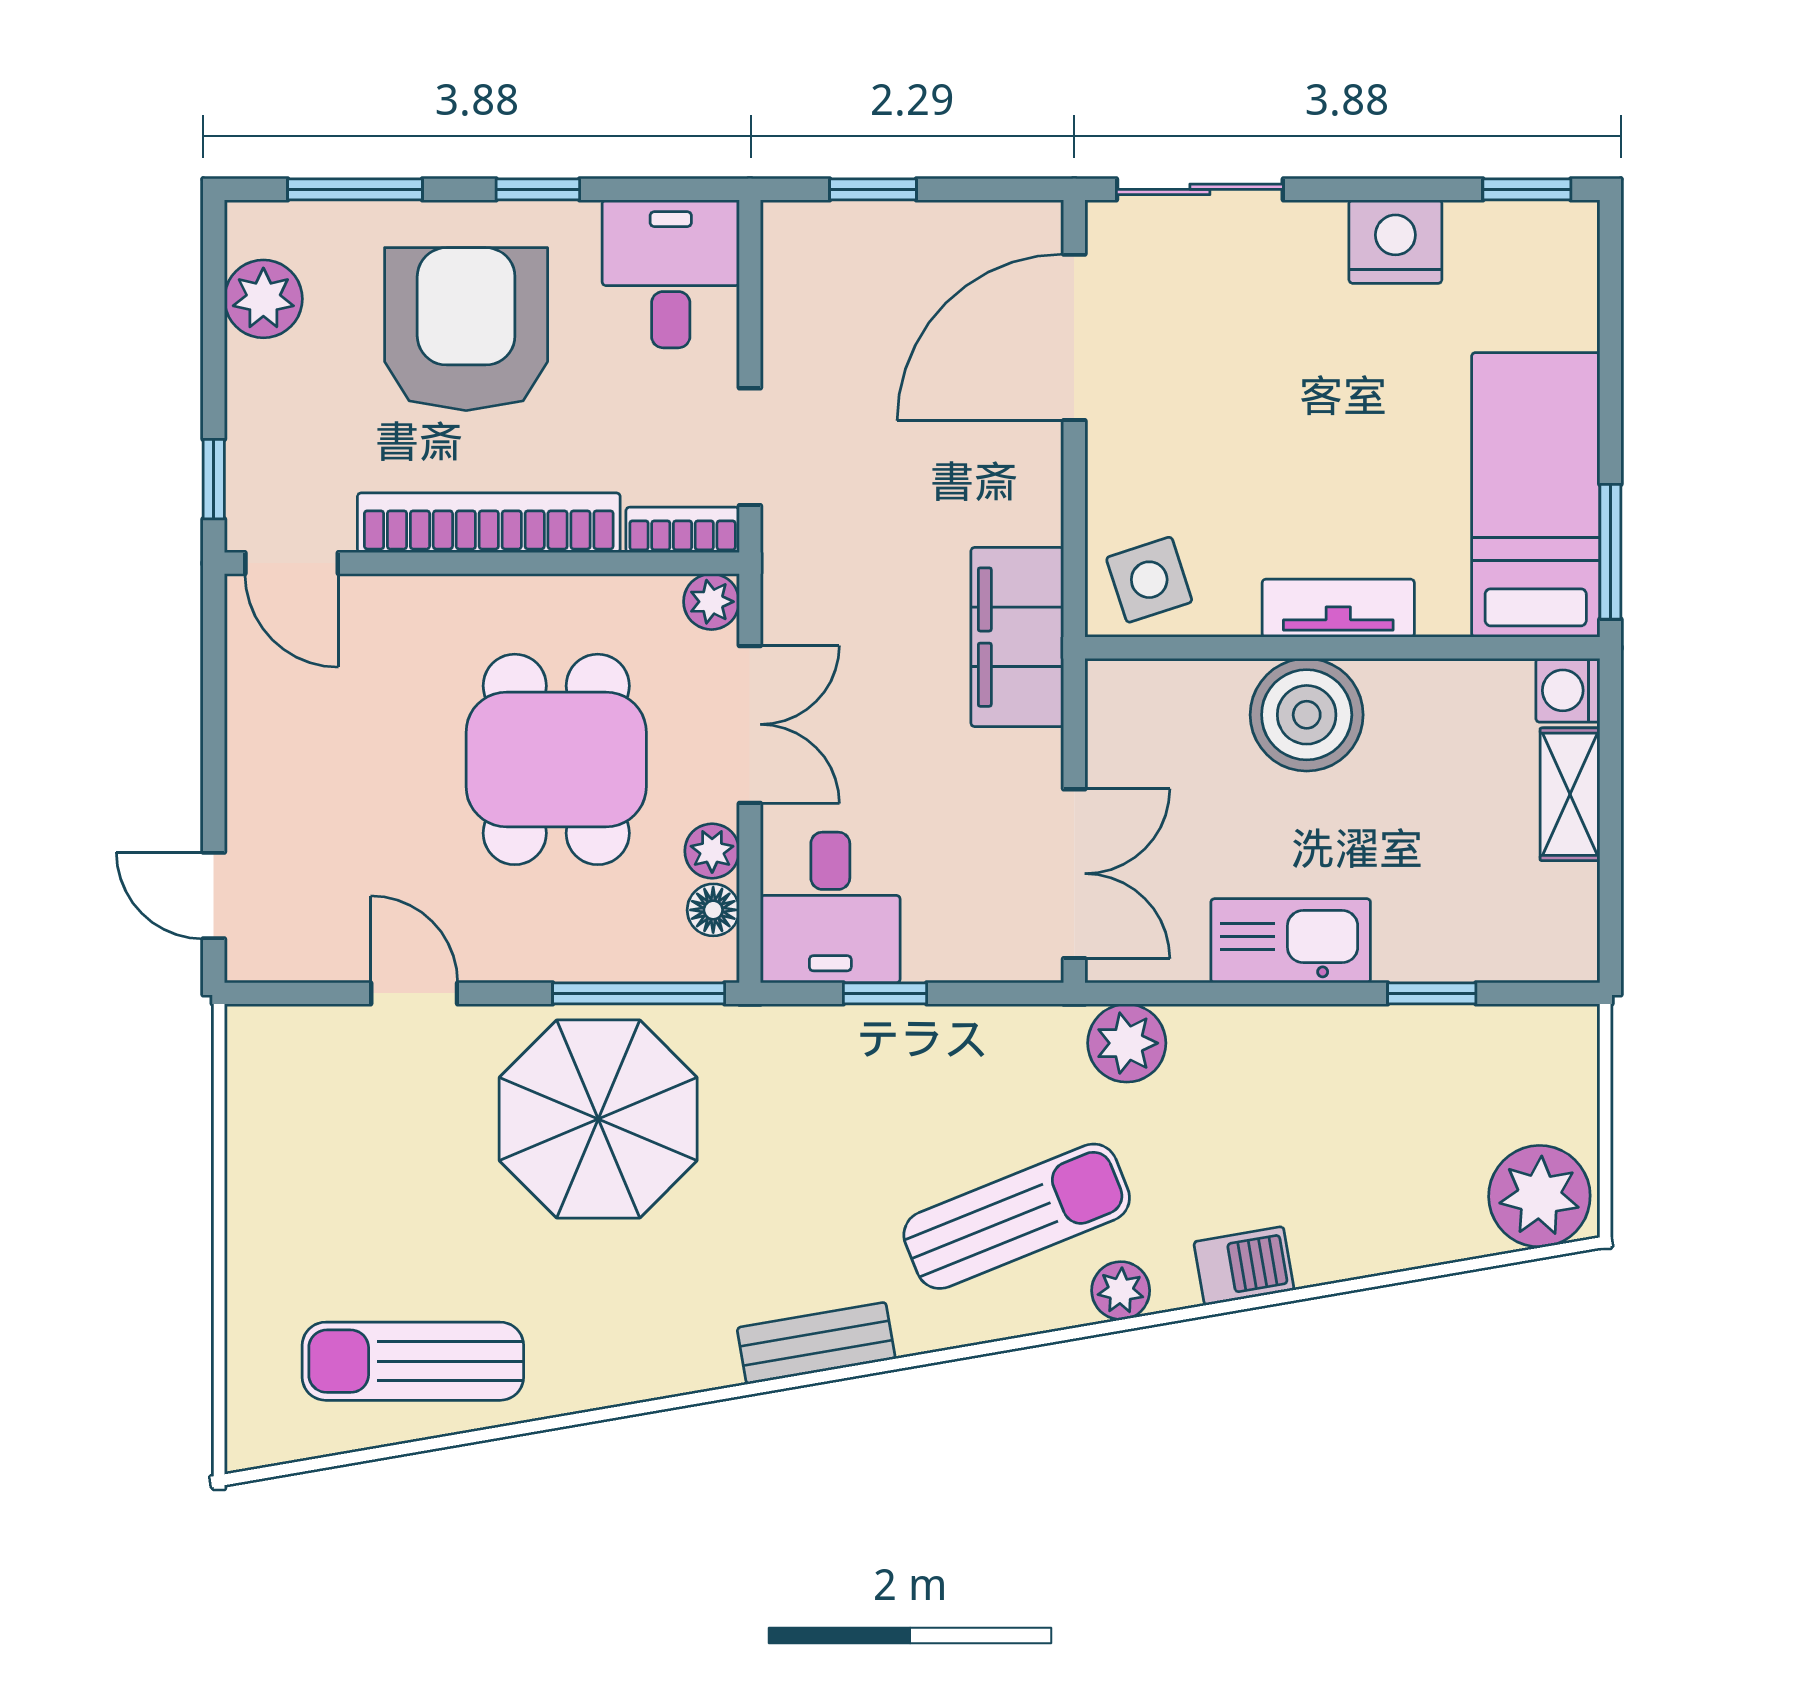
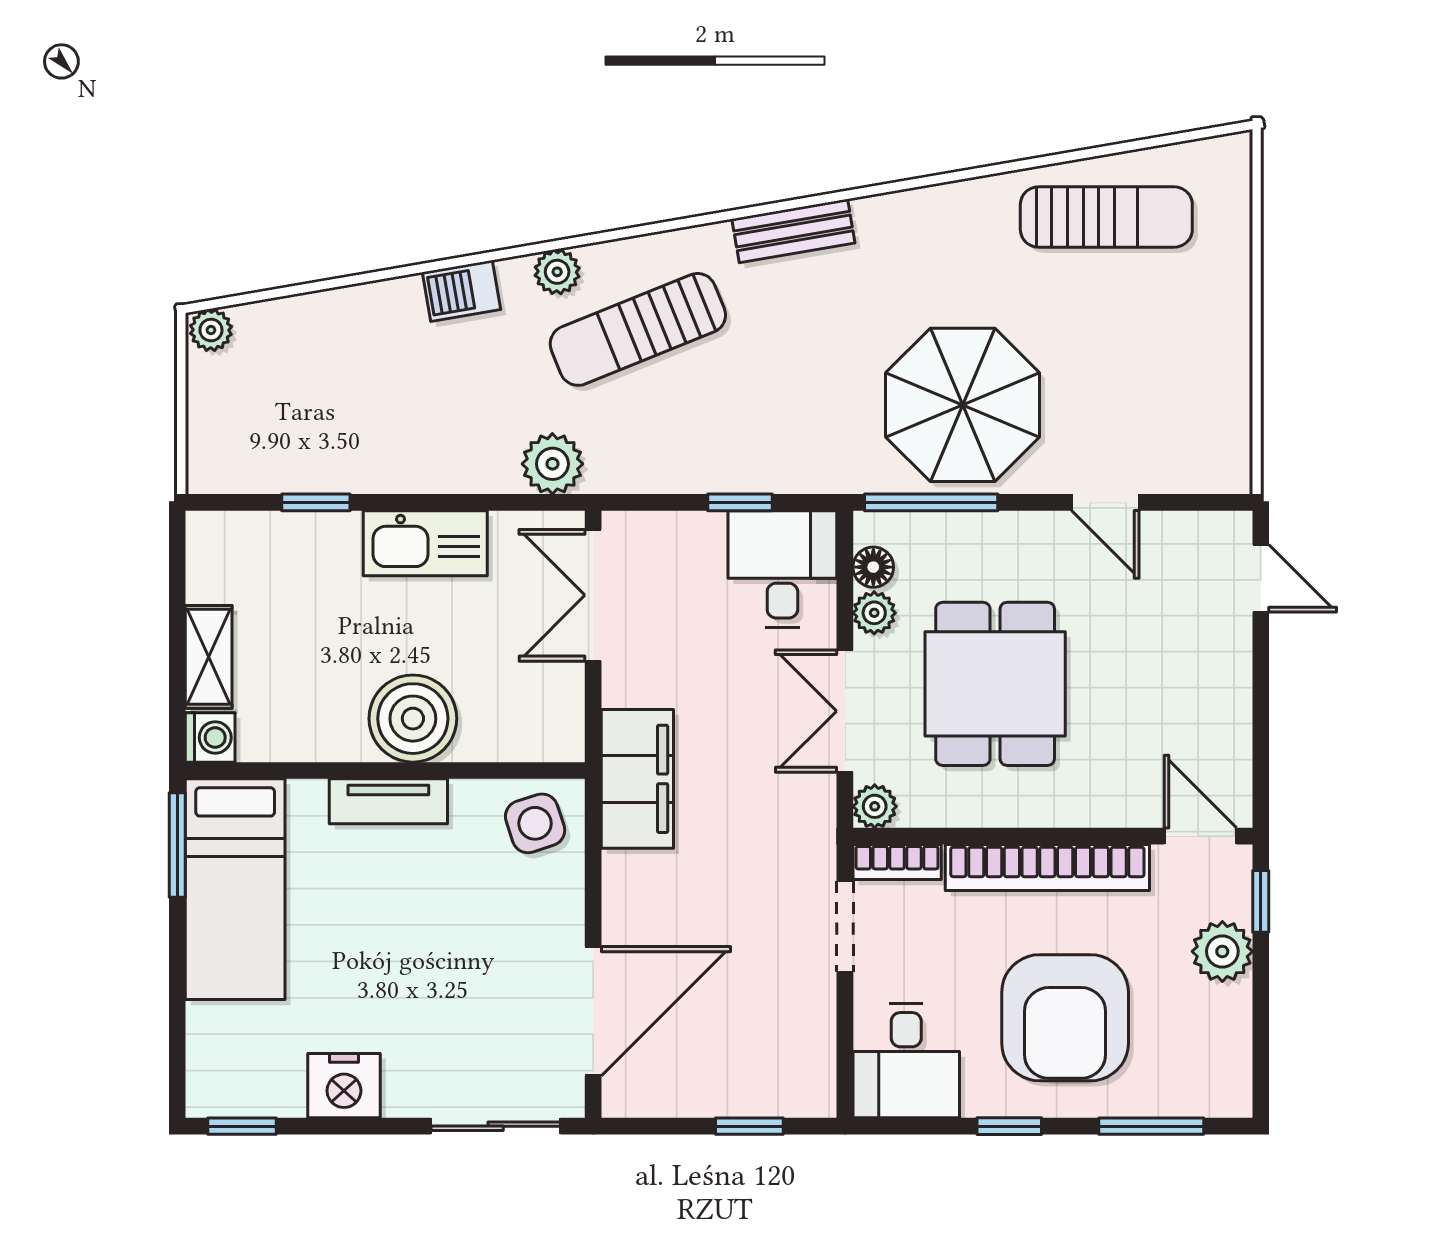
plant: (263, 299) -> (1222, 951), moved
plant: (1539, 1196) -> (211, 330), width x0.53, depth x0.53

